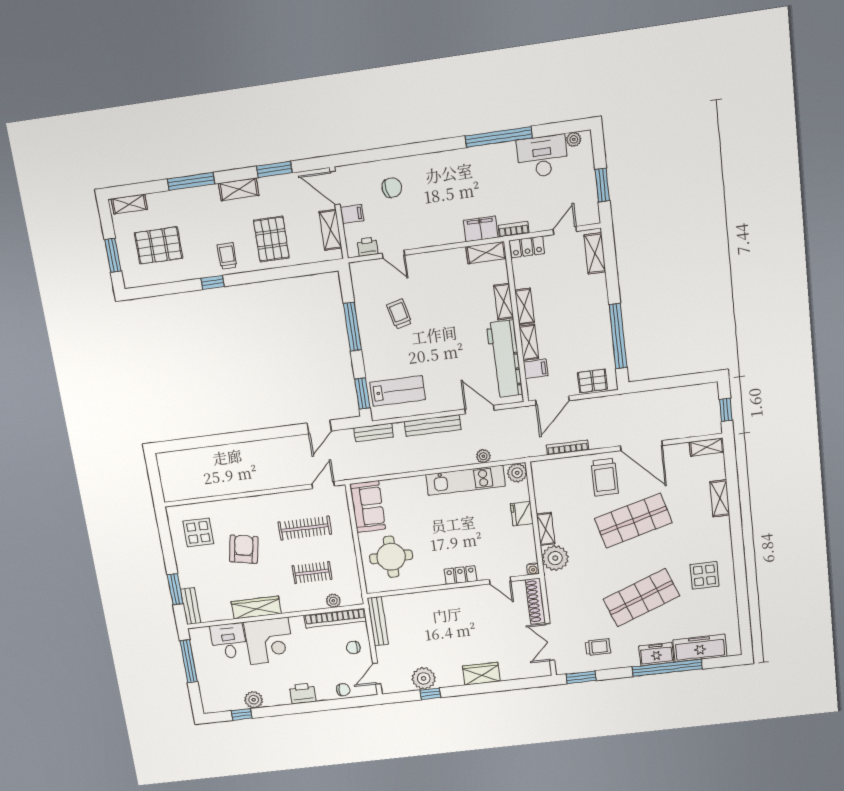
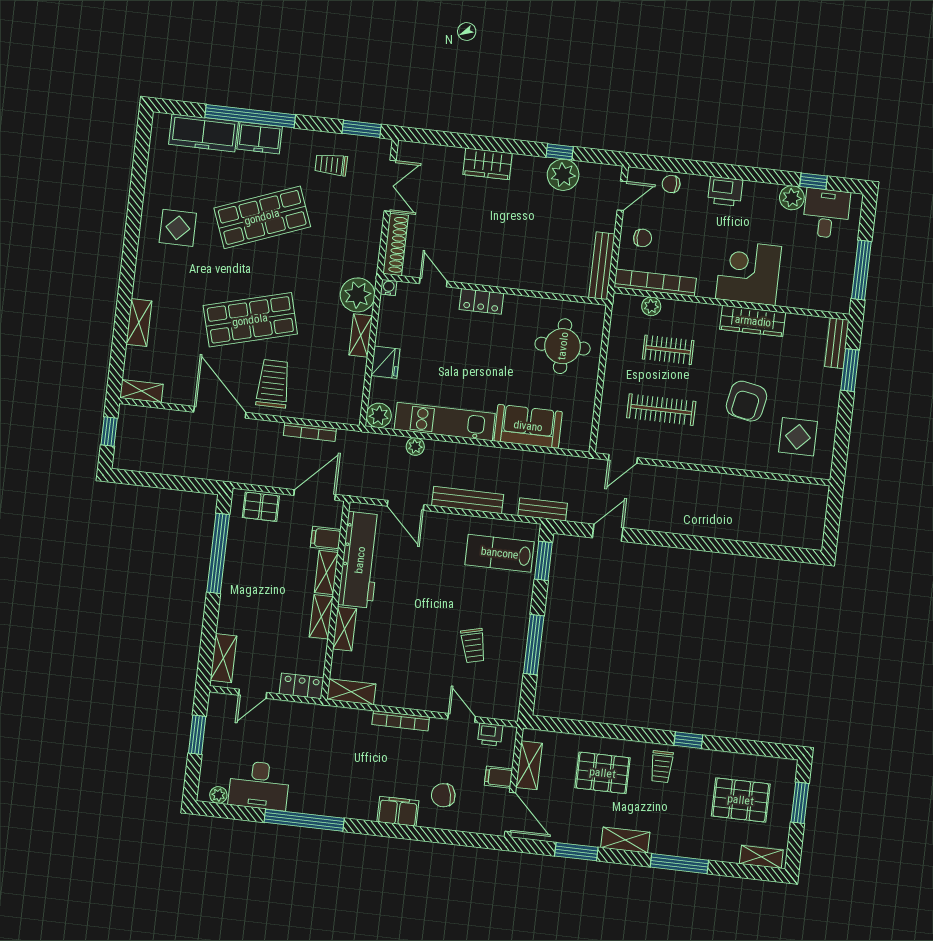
filing cabinet: (481, 229) -> (398, 811), moved, turned 180
bookcase: (513, 229) -> (401, 721), moved, width x1.56
pallet: (271, 239) -> (603, 773), turned 90
sofa: (368, 506) -> (528, 426), moved, turned 90
desk: (229, 641) -> (826, 213), moved, turned 180

